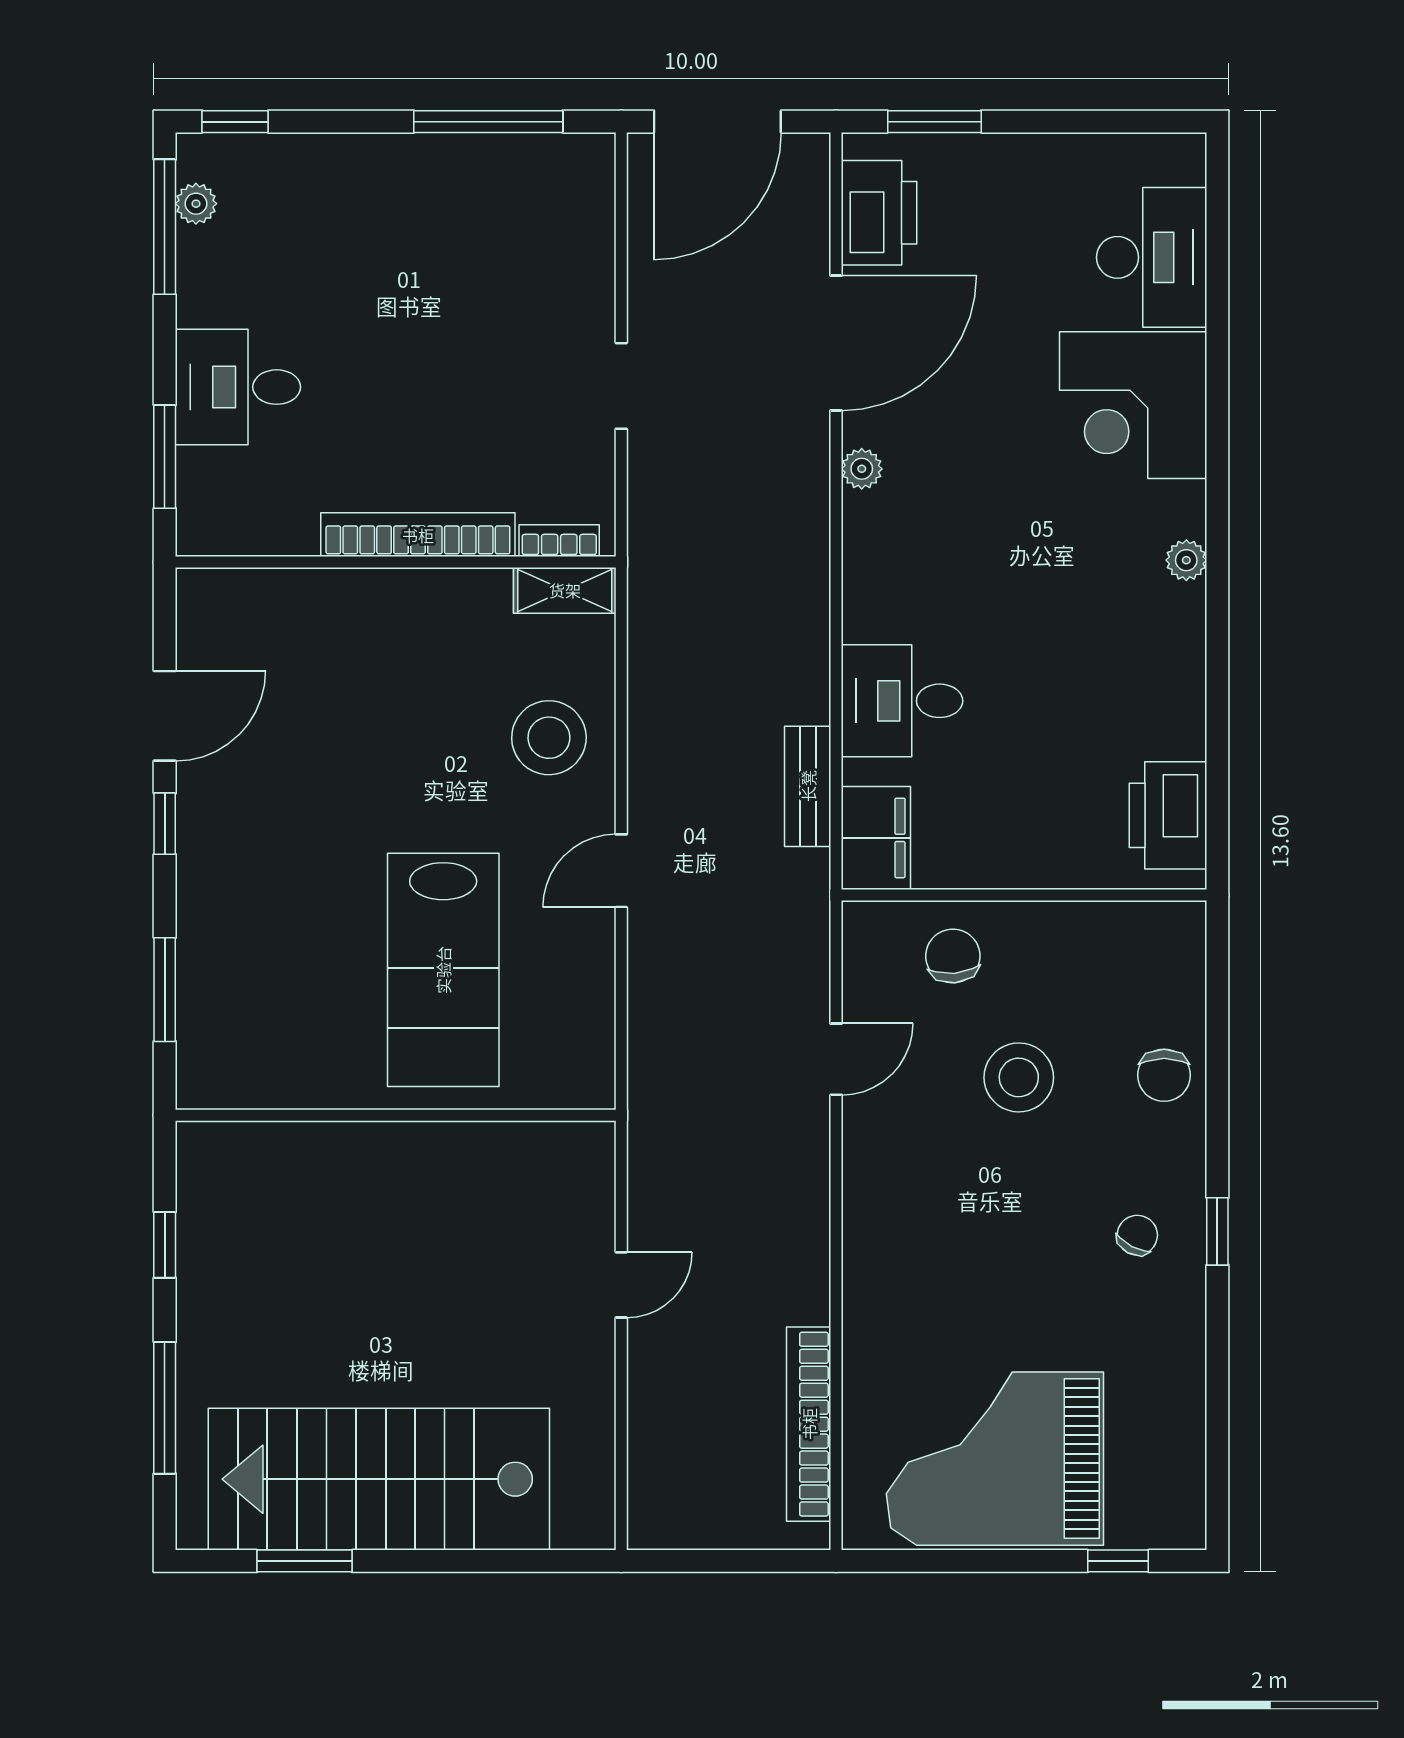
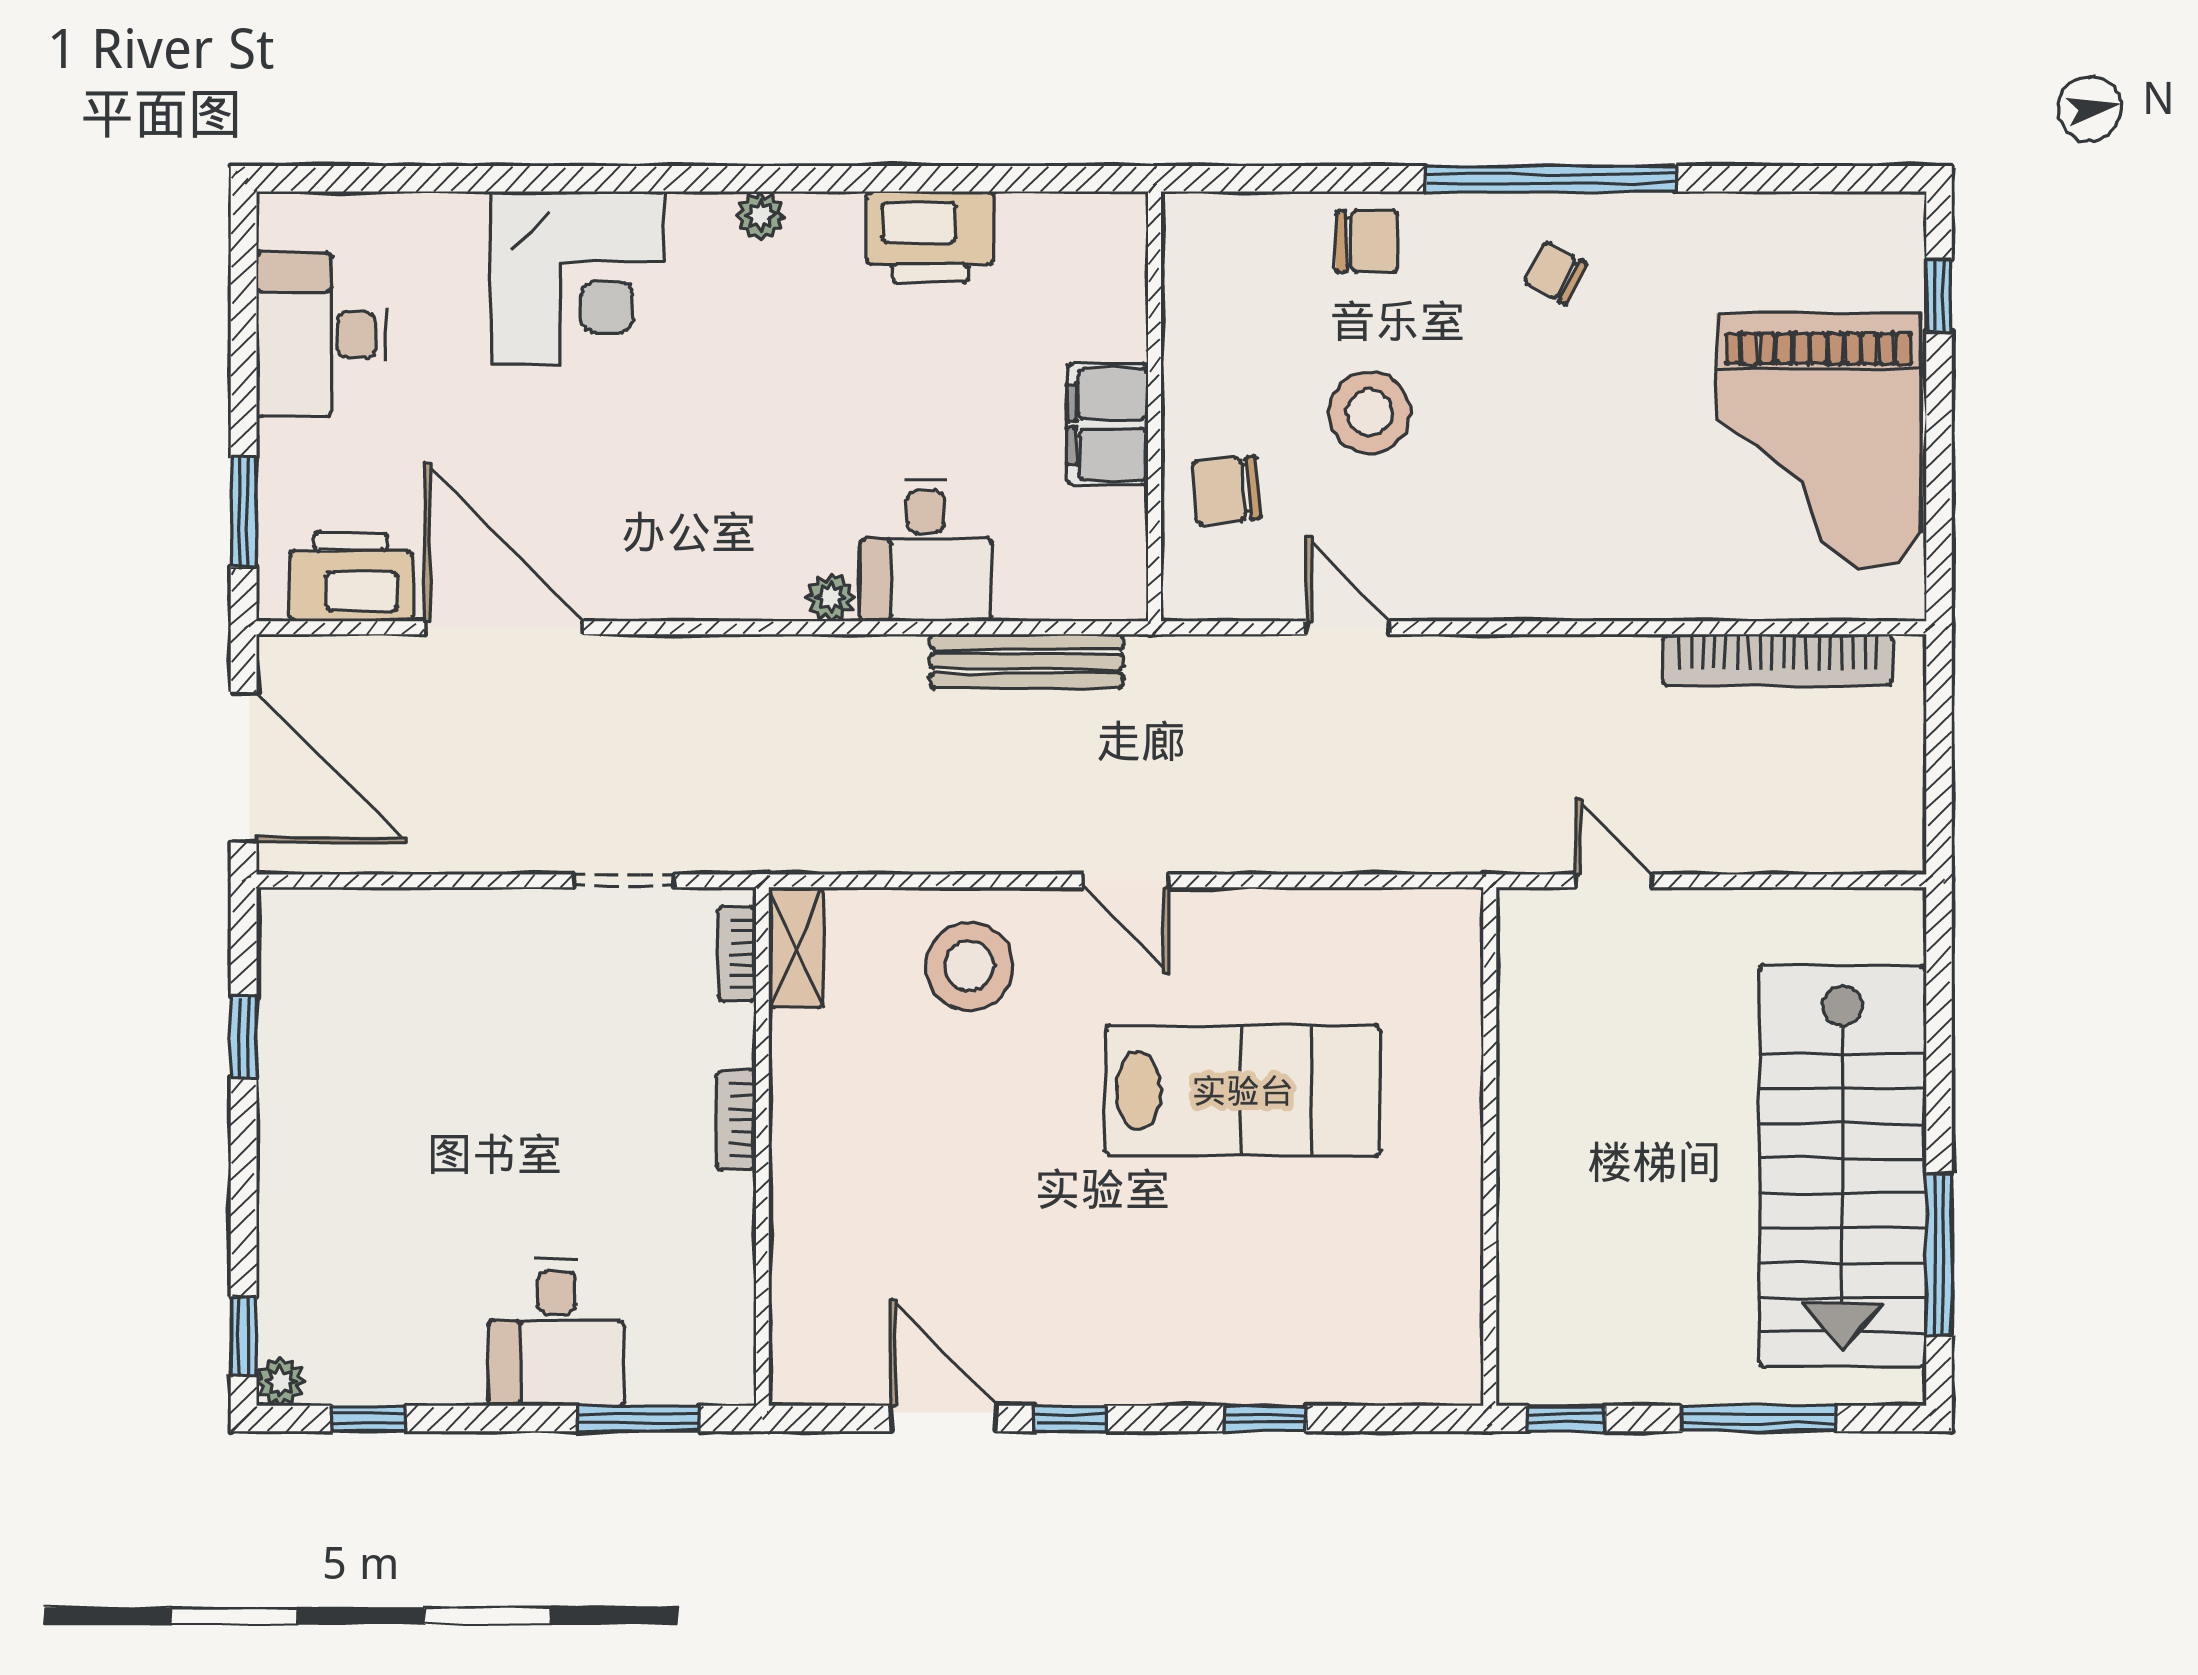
window: (488, 122) -> (244, 1038), width x0.46
plant: (196, 204) -> (280, 1382), moved
window: (165, 227) -> (368, 1419), width x0.46
desk: (1152, 257) -> (321, 335), moved, turned -90
doorway: (621, 386) -> (624, 881), moved
plant: (862, 469) -> (831, 598), moved
bookcase: (418, 535) -> (736, 1120), width x0.43, depth x0.76
bench: (808, 786) -> (1027, 661), width x1.36
printer: (1168, 815) -> (930, 237), moved
filing cabinet: (876, 838) -> (1108, 424), moved, turned -90
window: (165, 990) -> (1266, 1419), width x0.67
wall: (396, 1115) -> (1490, 1147), moved
window: (1217, 1231) -> (1551, 179), width x3.17
window: (304, 1561) -> (1939, 1254), width x1.44

